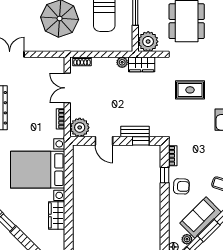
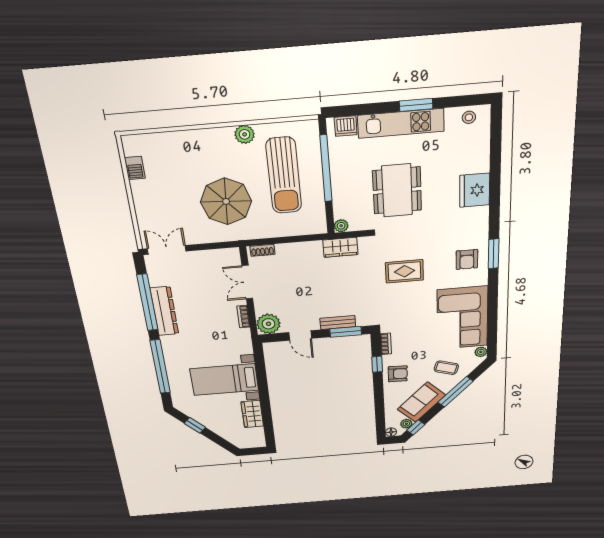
plant: (148, 42) -> (341, 226), width x0.53, depth x0.53
plant: (122, 62) -> (315, 247), removed
window: (141, 141) -> (346, 332), width x1.50
bed with nightstands: (38, 170) -> (224, 380), width x0.73

